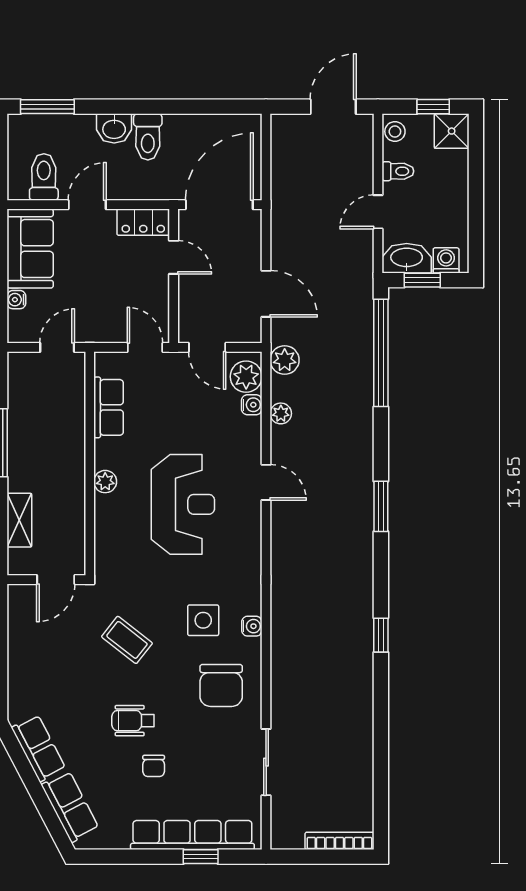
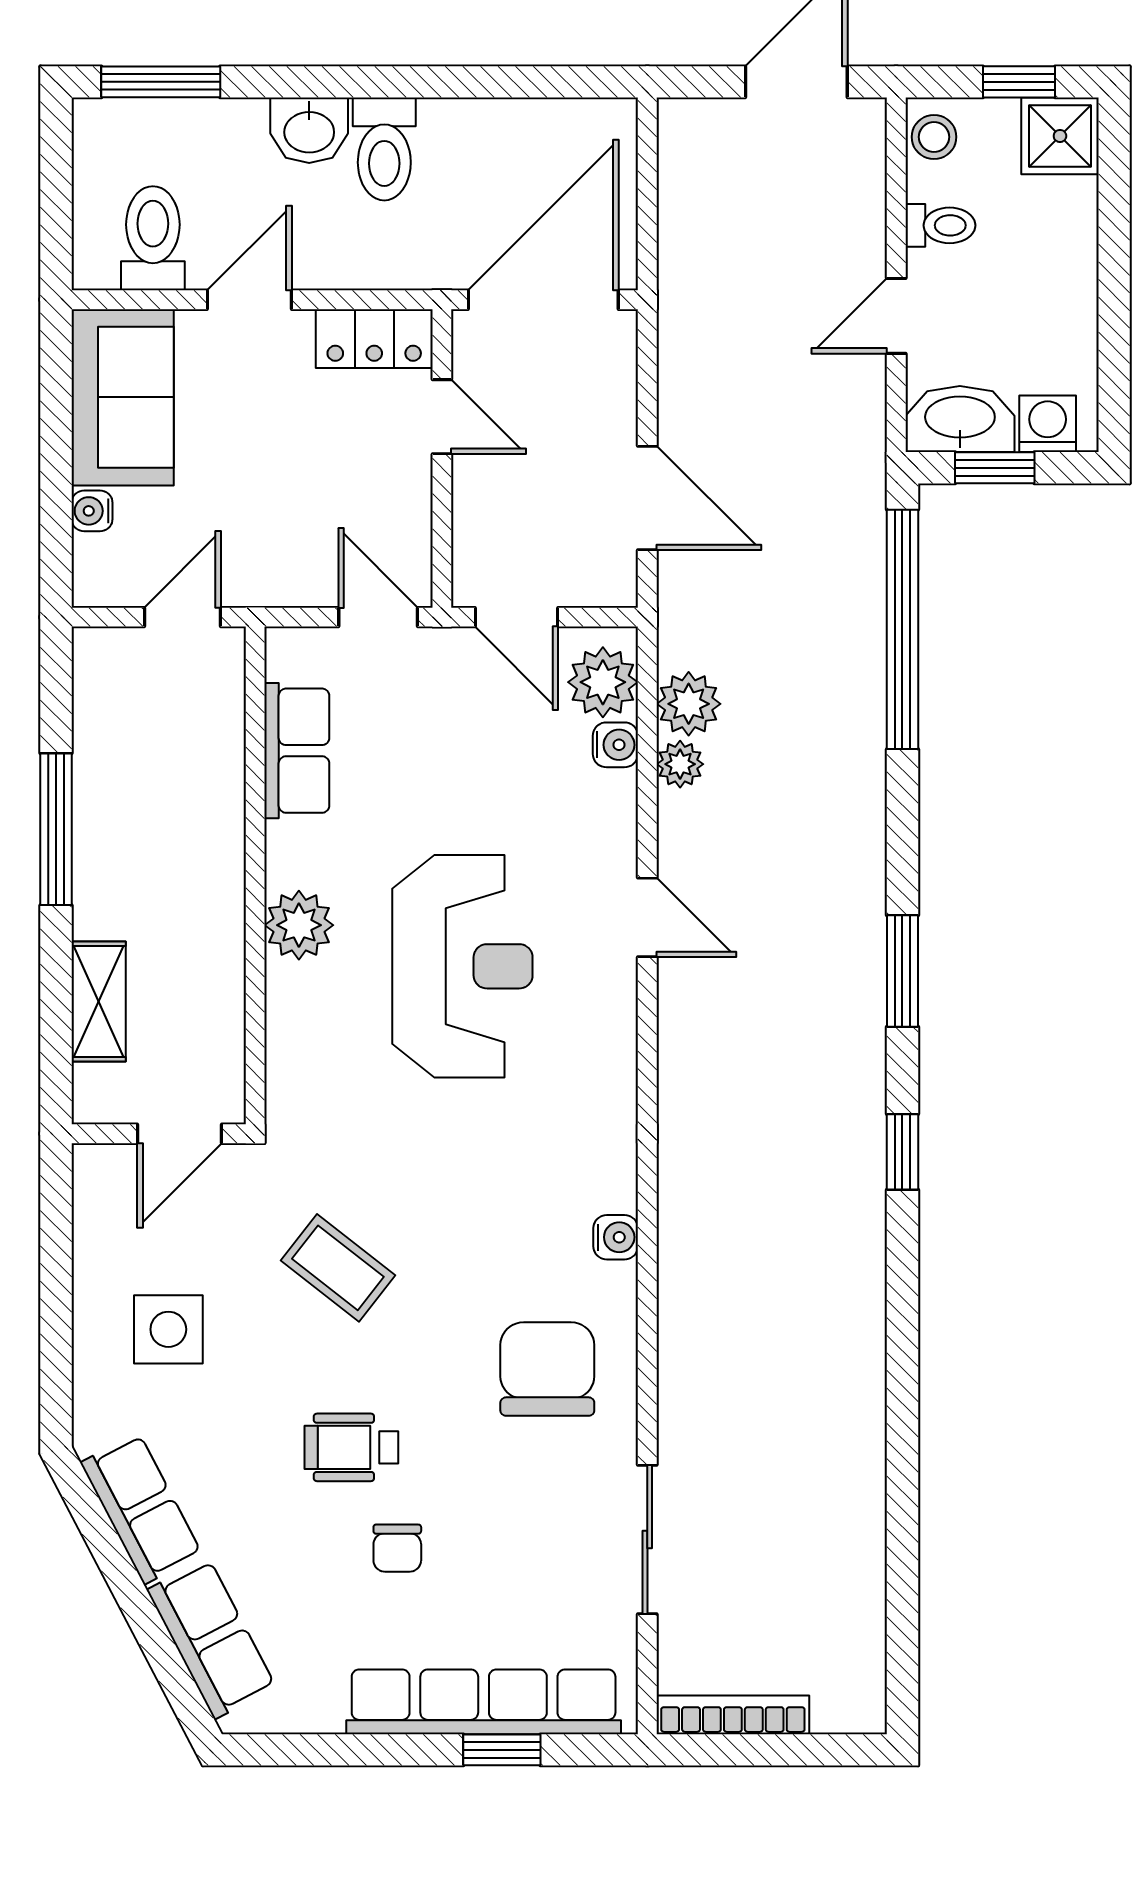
plant: (285, 360) -> (689, 704), moved
plant: (105, 482) -> (299, 925), width x1.38, depth x1.38
side table: (203, 620) -> (168, 1329), moved
window: (381, 635) -> (902, 1152), moved
chair: (221, 685) -> (547, 1369), turned 180
bookcase: (339, 841) -> (733, 1715), moved

